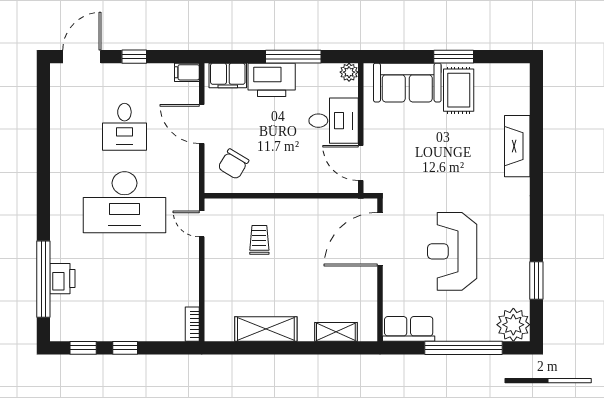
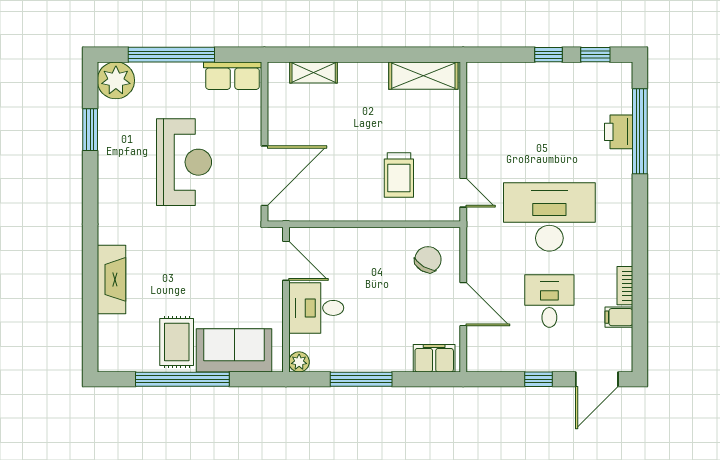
window: (454, 57) -> (182, 379), width x2.11
filing cabinet: (187, 72) -> (619, 317), moved, turned 180
printer: (272, 80) -> (385, 353), removed
trolley: (259, 240) -> (399, 175), width x1.36, depth x1.39
bookcase: (192, 324) -> (625, 286), moved, turned 180
shelving: (266, 329) -> (423, 76), moved

